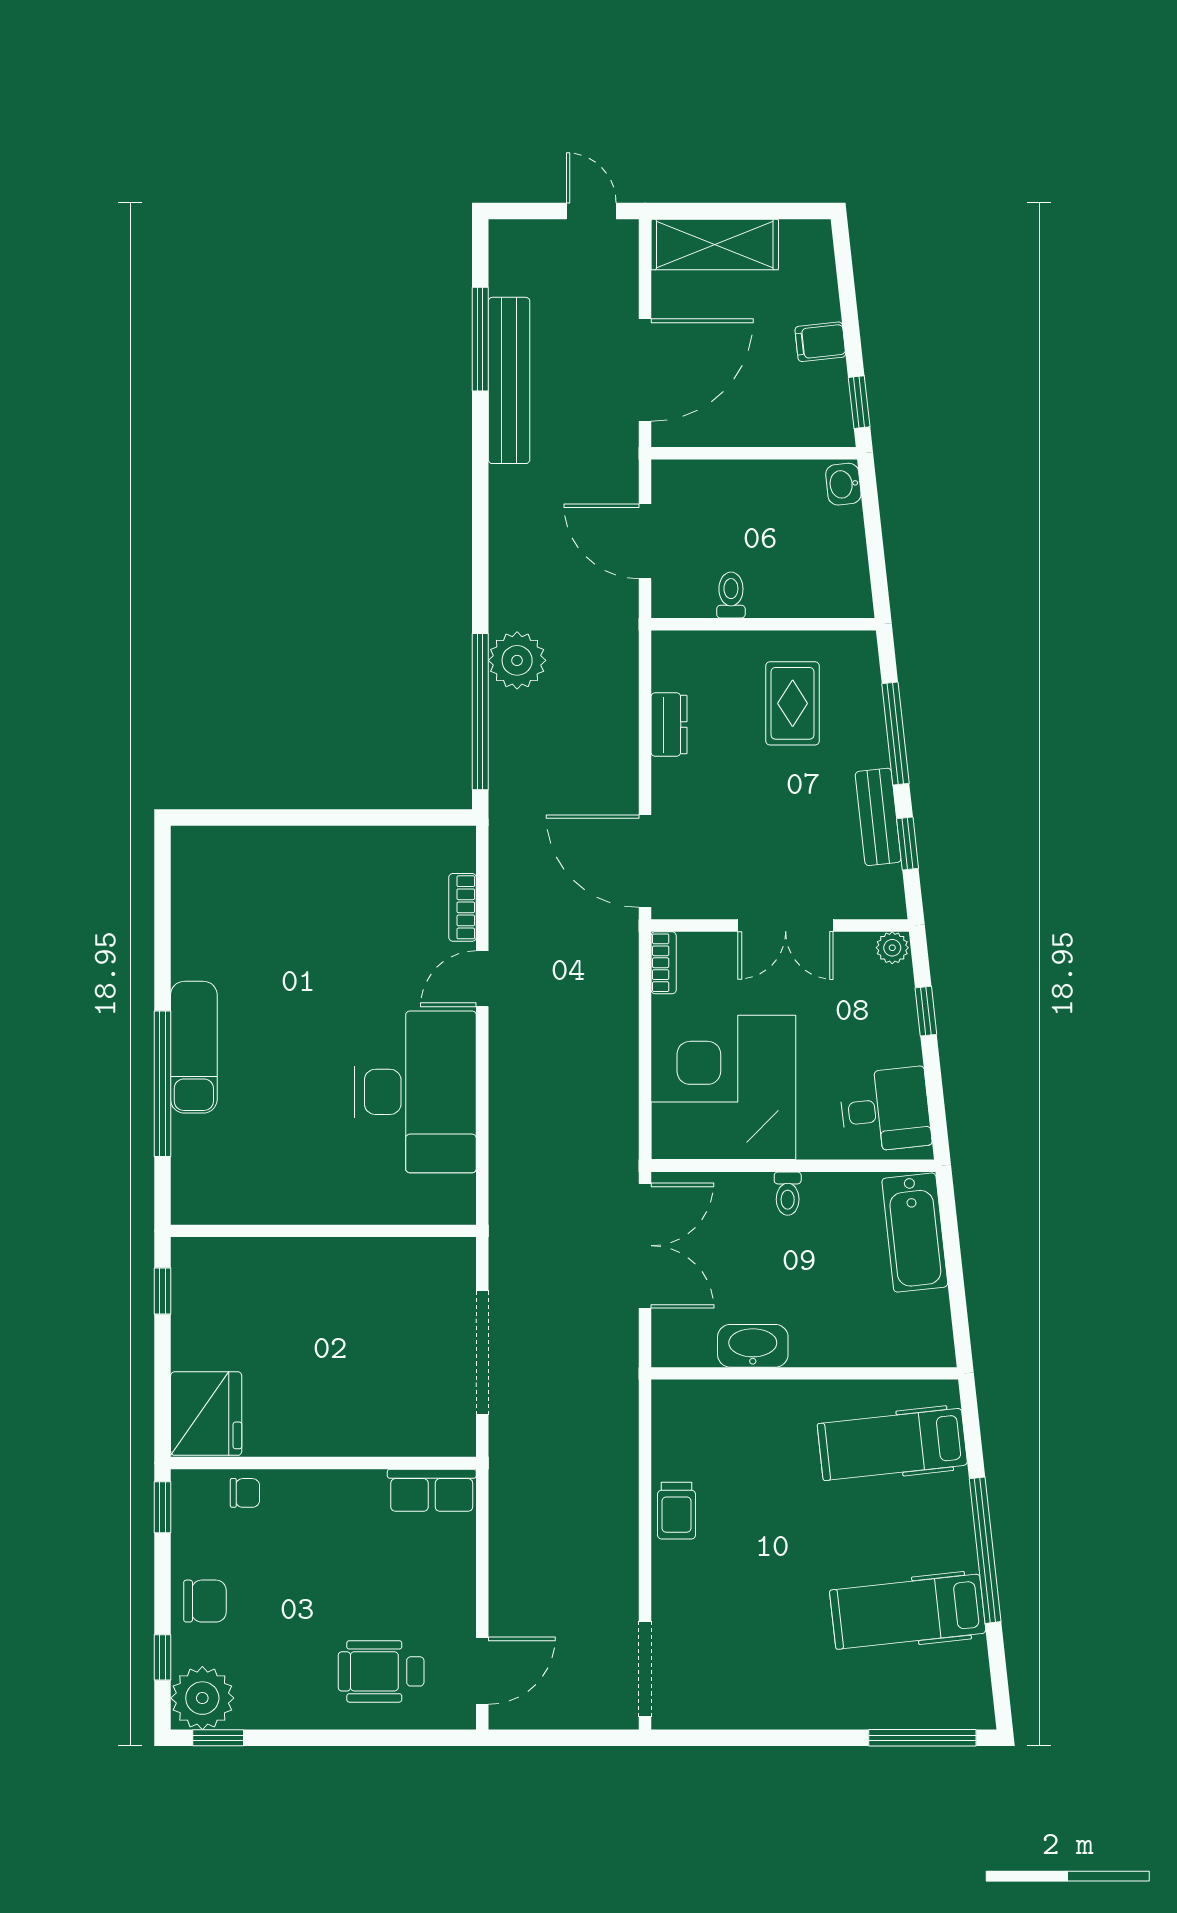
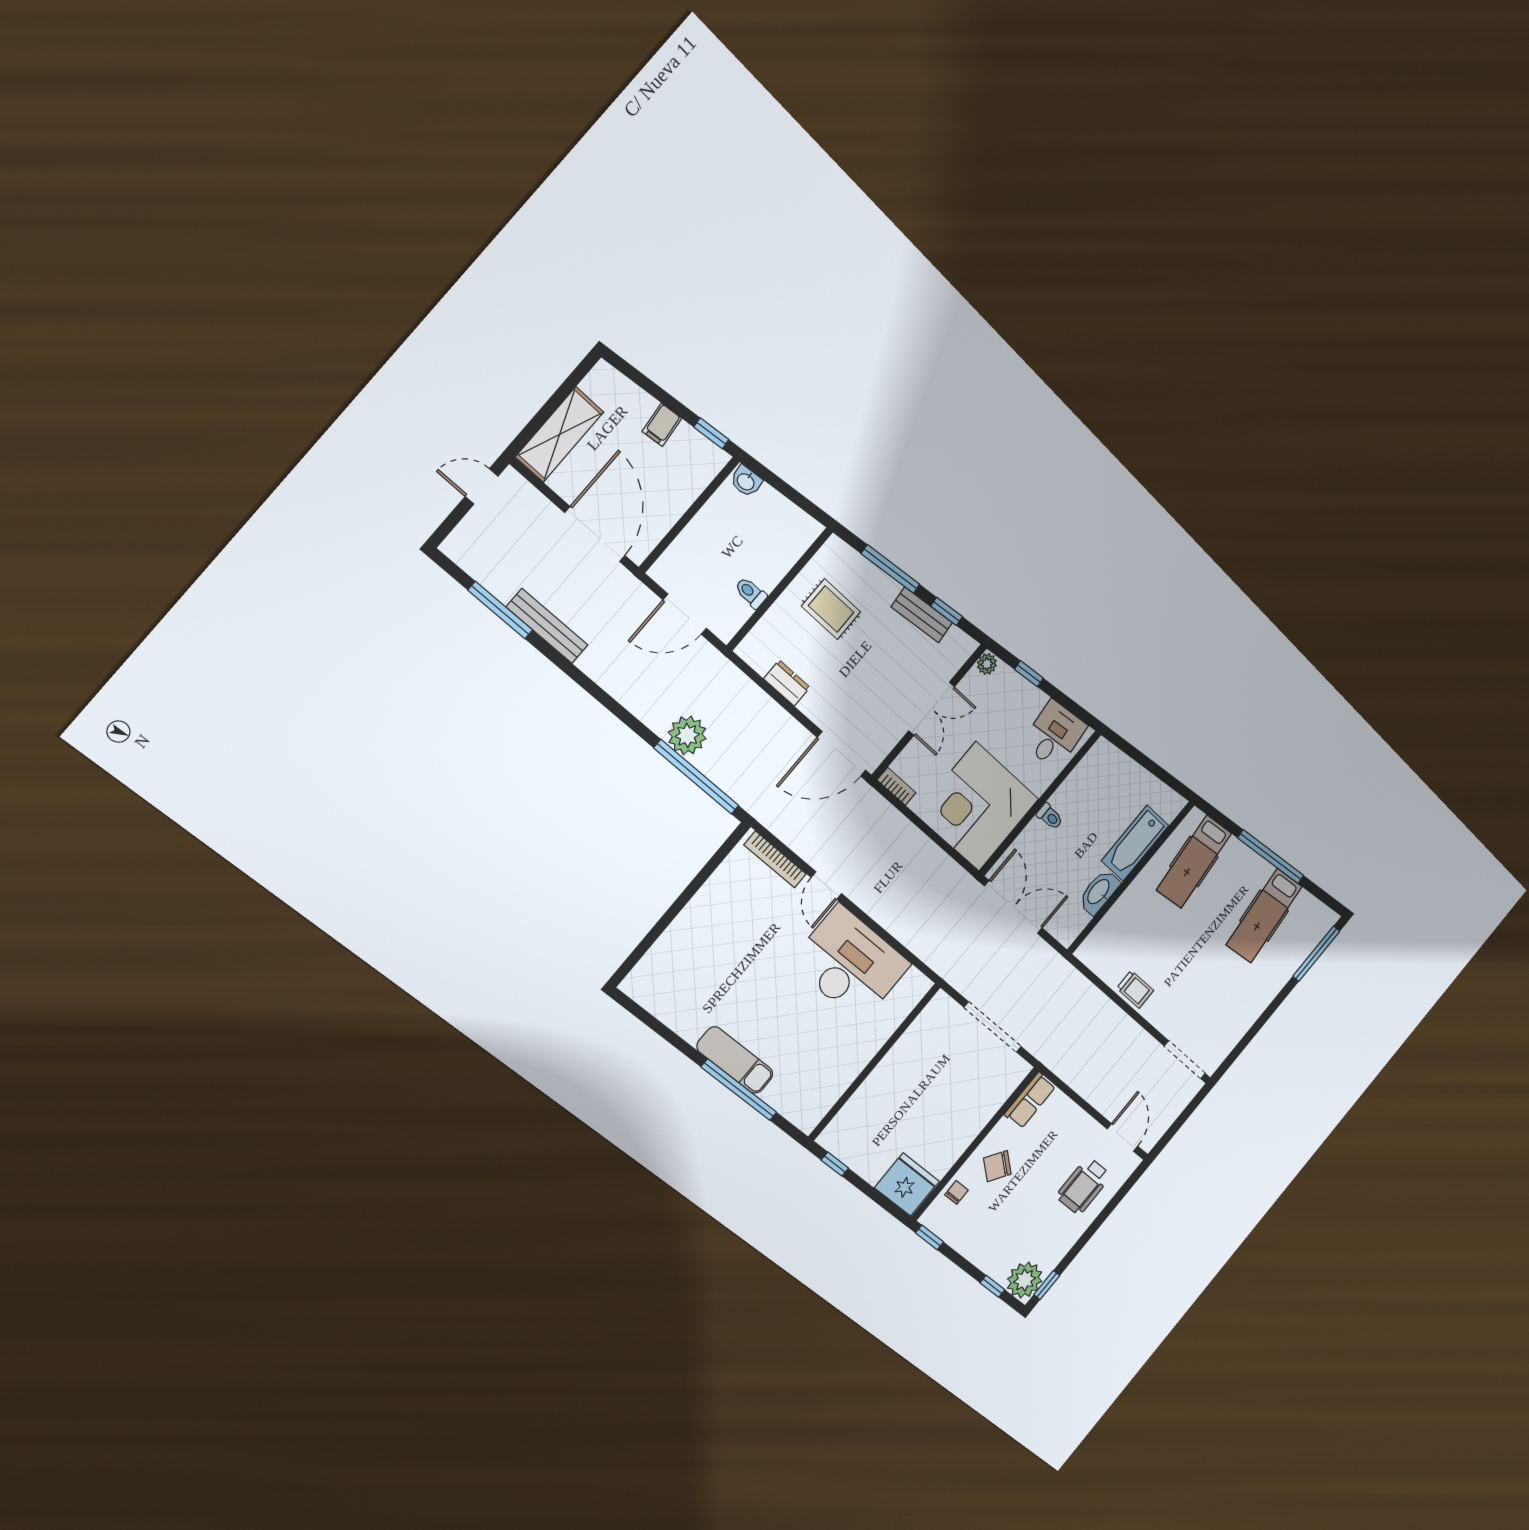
bench: (509, 380) -> (547, 626), width x0.73, depth x0.82
bookcase: (462, 907) -> (775, 859), width x1.56
bathtub: (915, 1233) -> (1135, 843), moved, turned 96
chair: (205, 1601) -> (997, 1166), moved, turned -143

